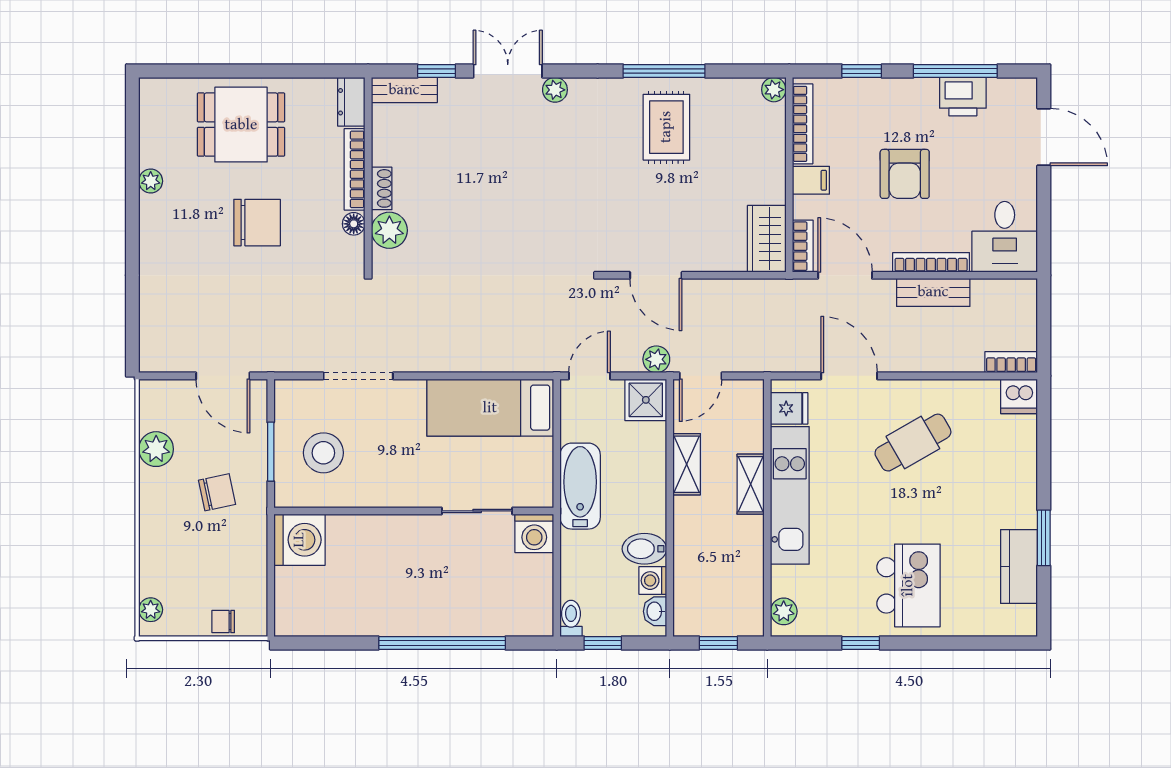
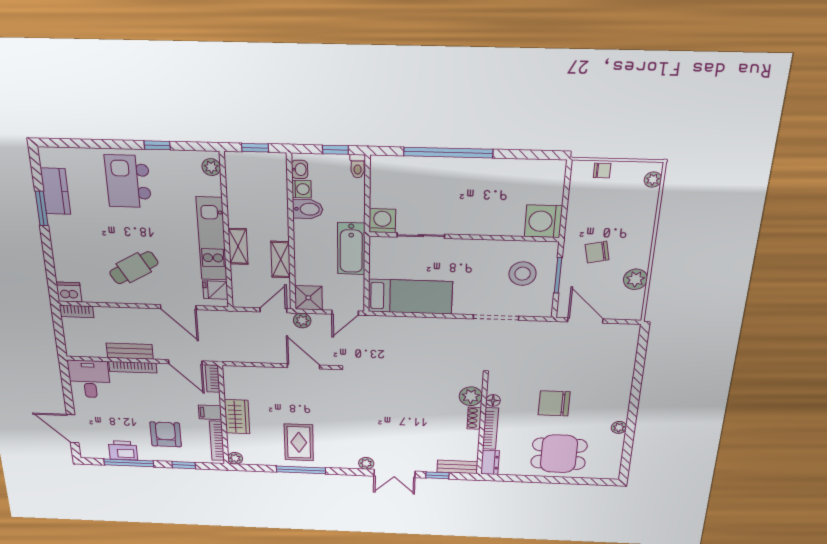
armchair: (905, 174) -> (166, 434), moved
wardrobe: (767, 239) -> (237, 417), moved

